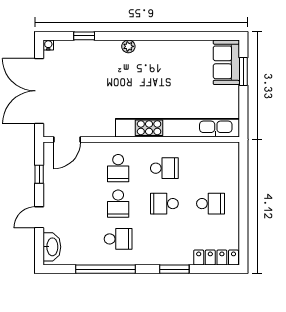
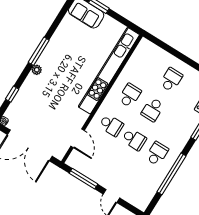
window: (151, 36) -> (39, 51), added
door: (67, 140) -> (78, 138), moved
window: (39, 174) -> (83, 179), width x2.17
washbasin: (52, 247) -> (136, 200), removed

